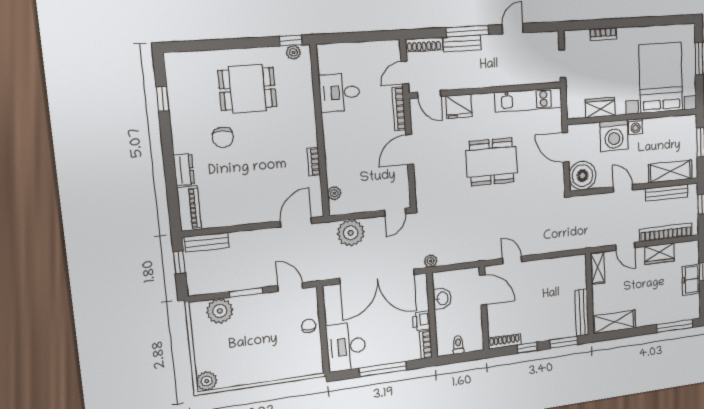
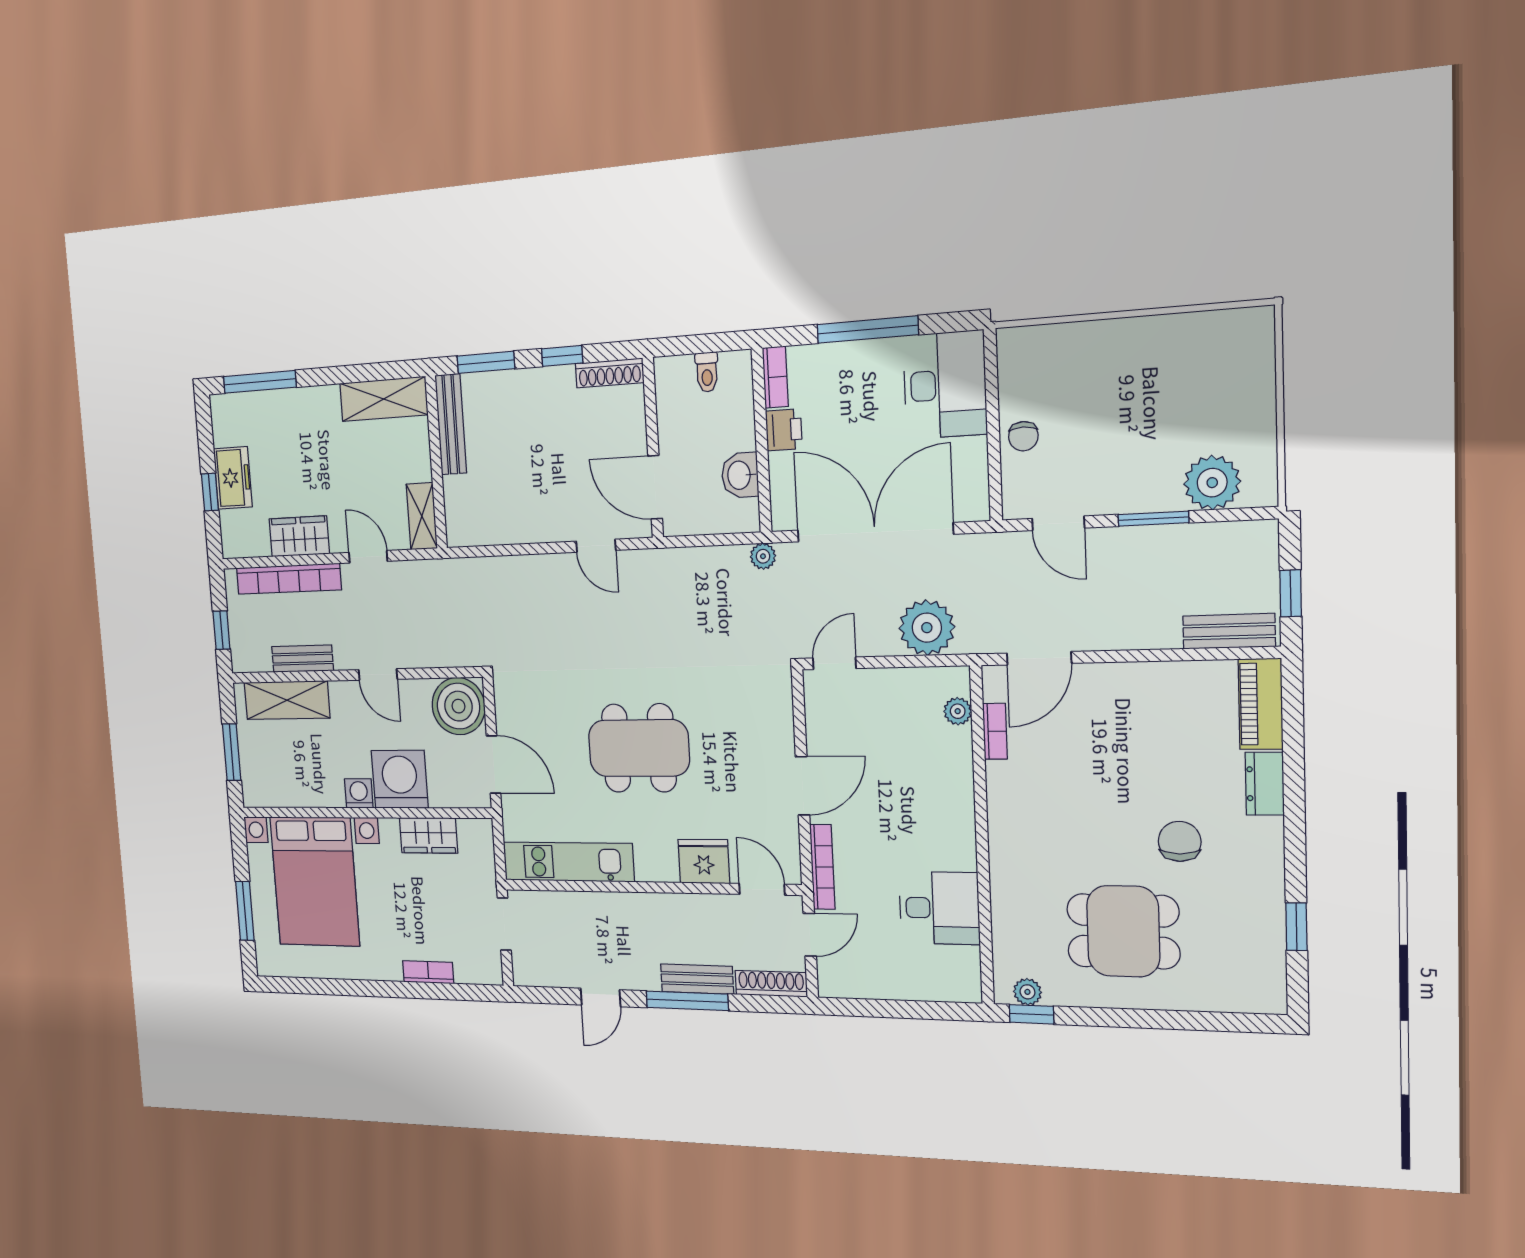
bookcase: (314, 162) -> (995, 731), moved
bench: (667, 193) -> (303, 659), width x0.73
plant: (207, 381) -> (1253, 328), removed

